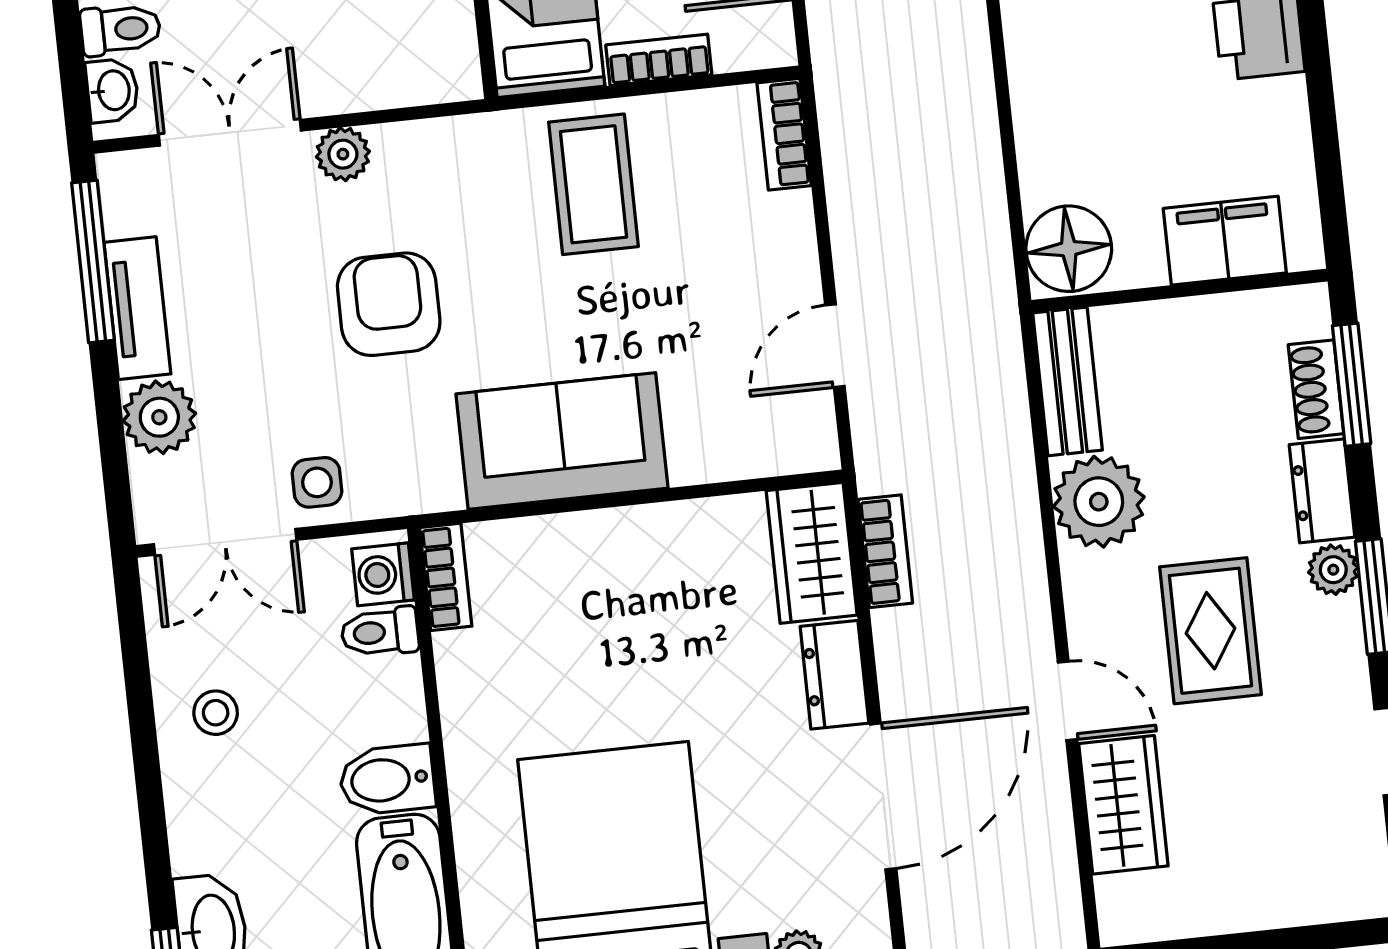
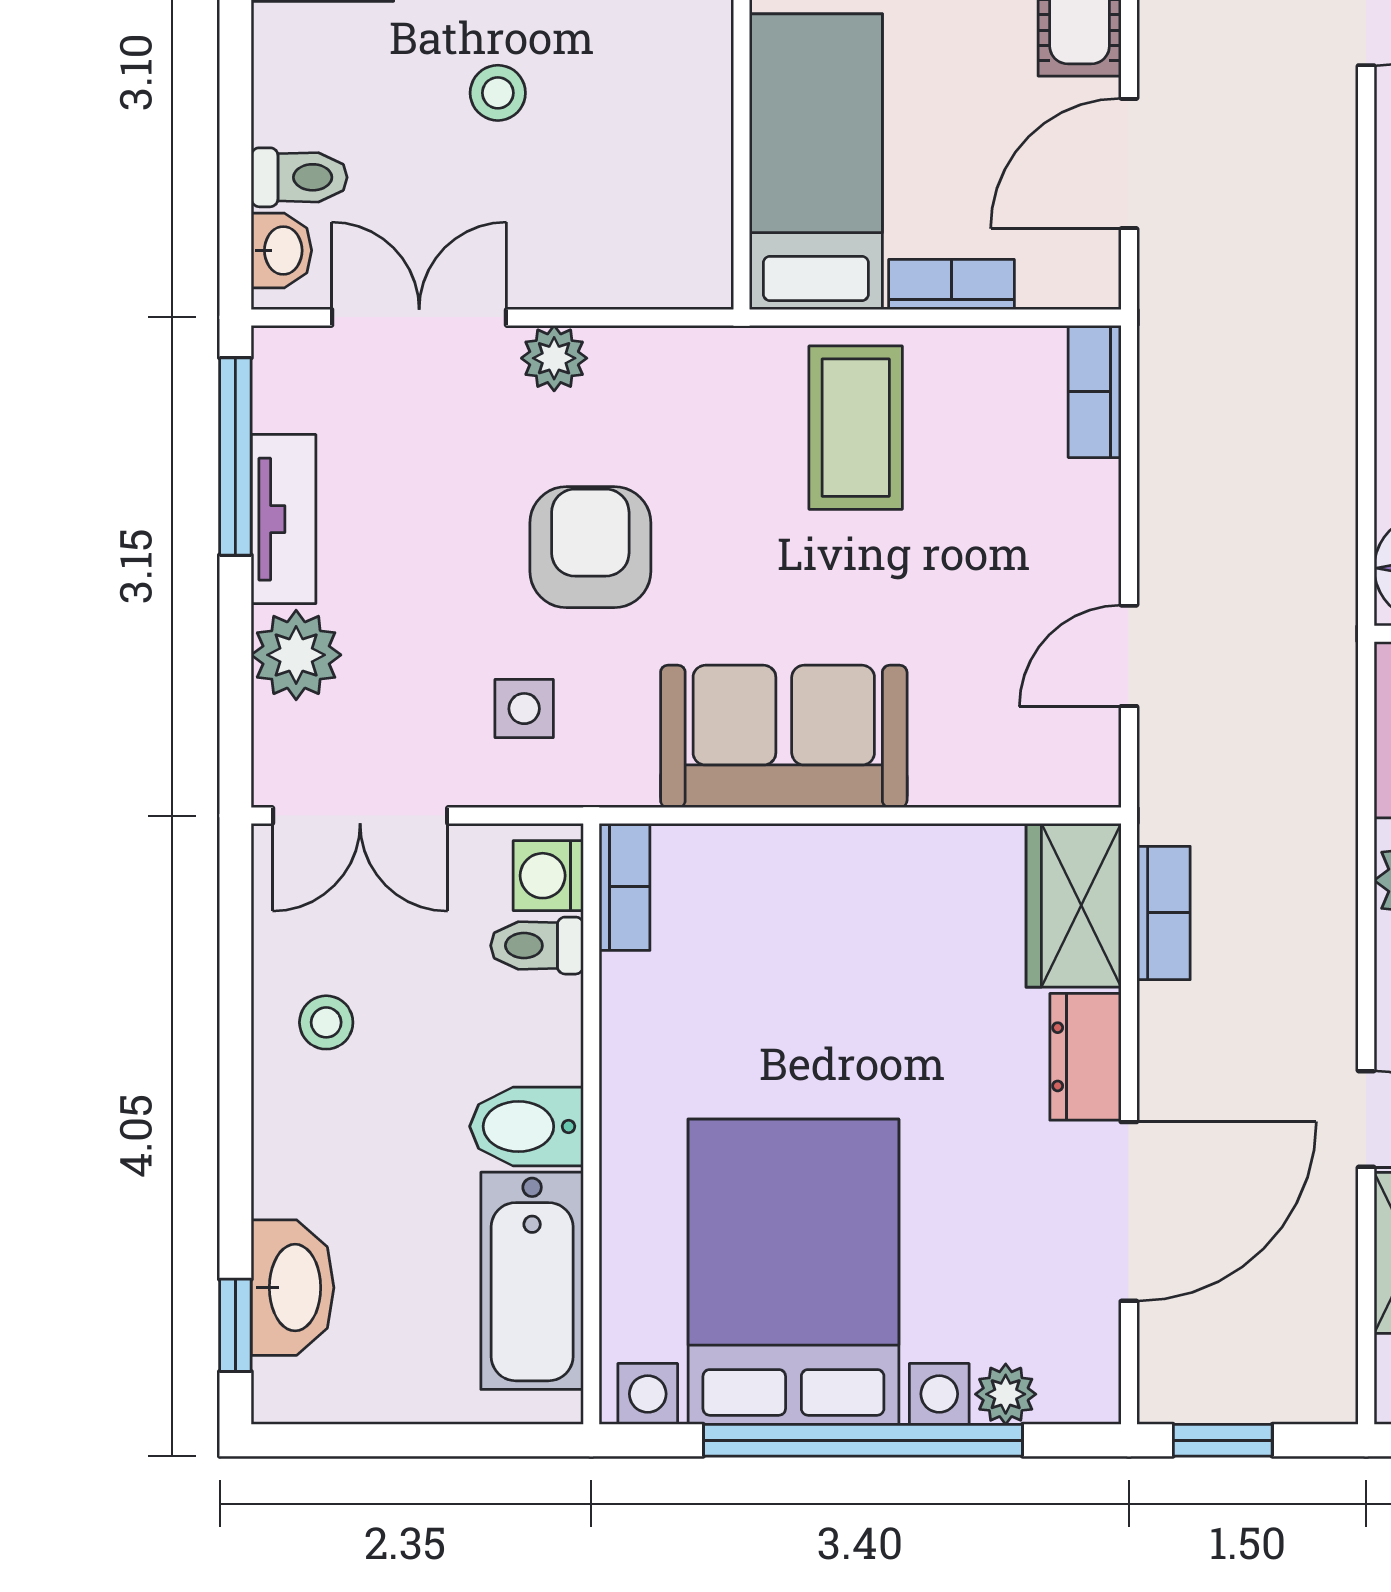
side table: (317, 482) -> (524, 709), moved

